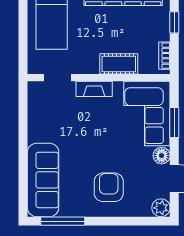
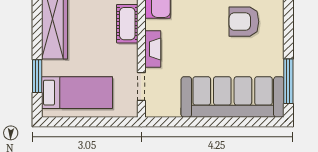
sofa: (43, 180) -> (233, 97), width x1.36, depth x1.27
armchair: (109, 187) -> (244, 22), moved

